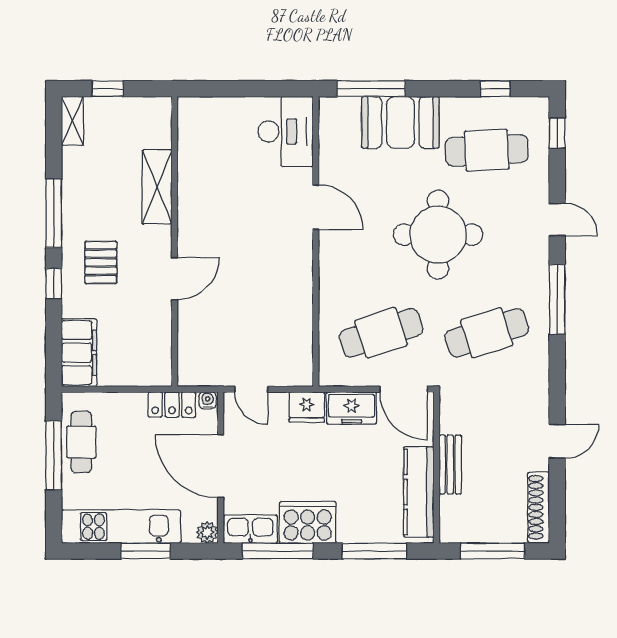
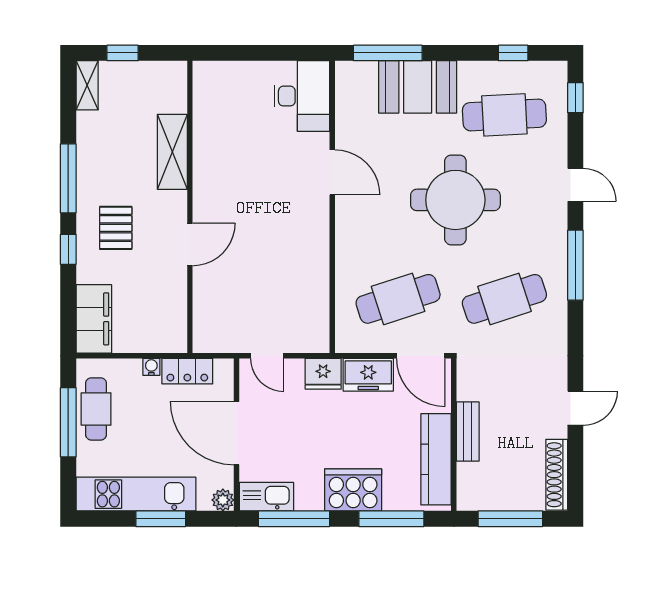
water cooler: (208, 400) -> (151, 367), moved
cooker: (308, 522) -> (353, 490), moved

